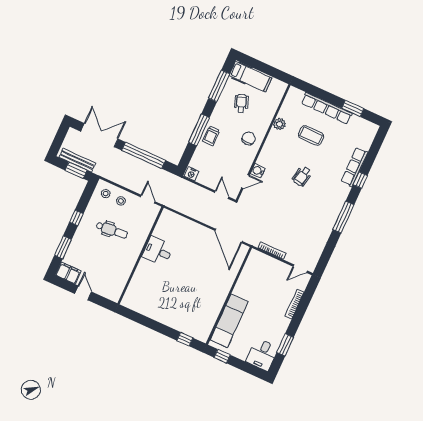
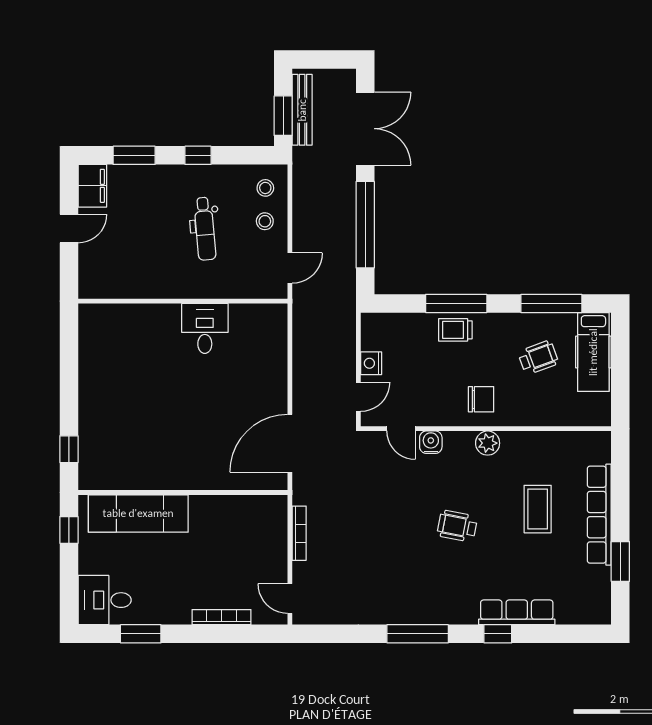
plant: (280, 124) -> (488, 443), moved
nightstand: (191, 174) -> (371, 363), moved

